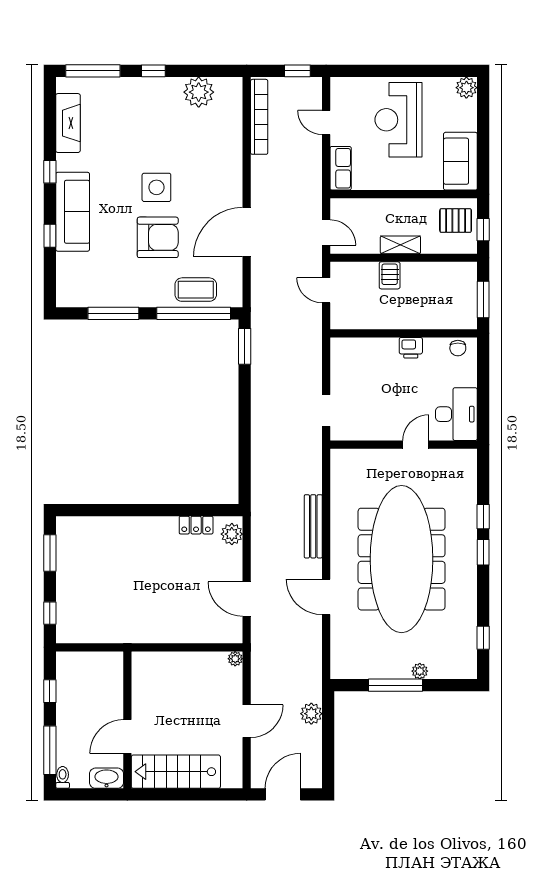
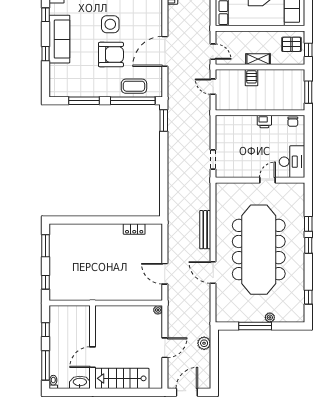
plant: (232, 534) -> (156, 234), removed

